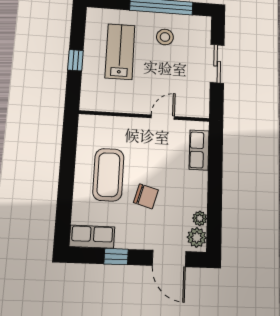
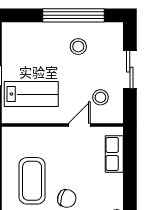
lab bench: (120, 52) -> (31, 94), moved, turned 90
stool: (186, 90) -> (100, 97), added

